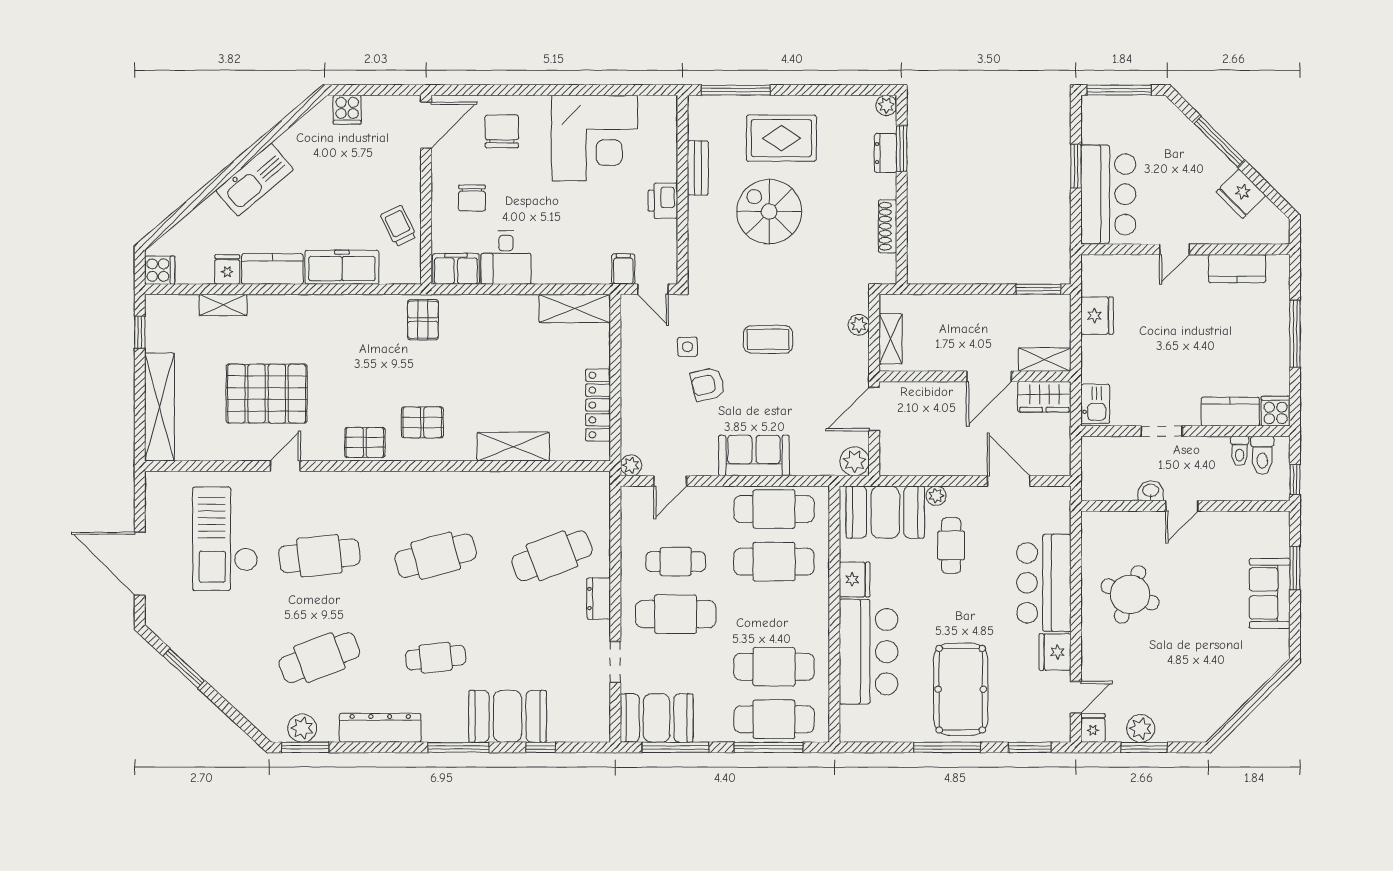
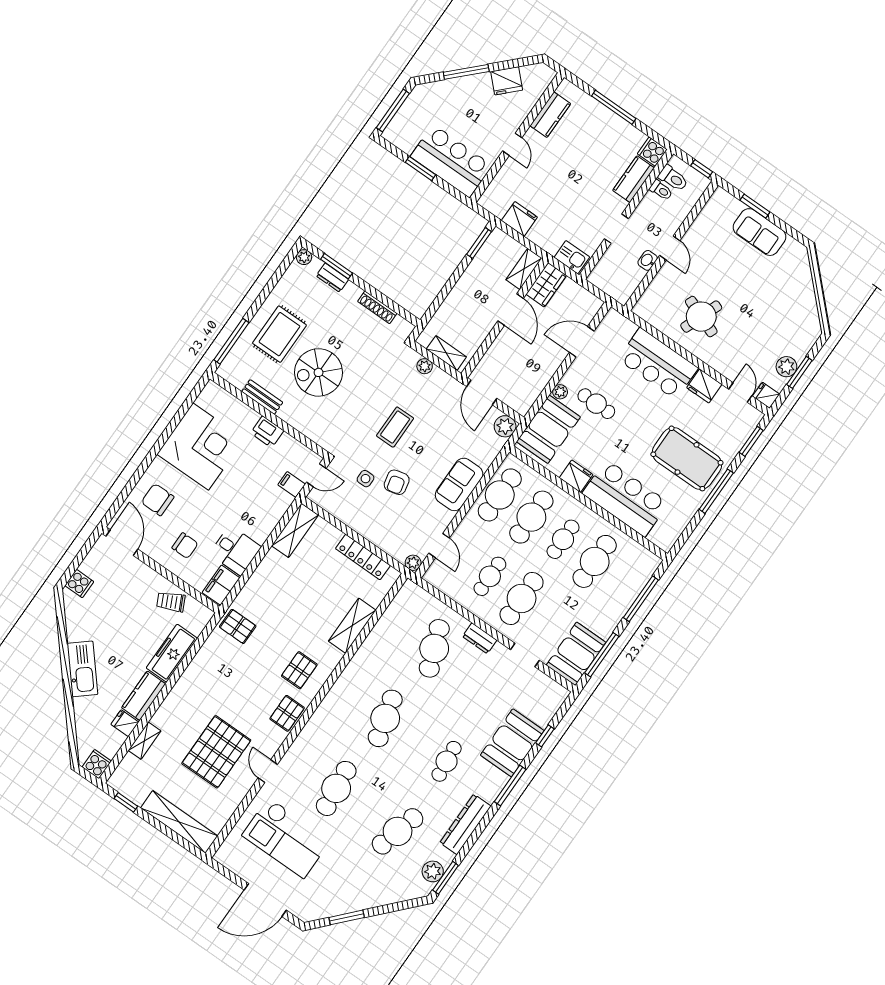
cafe table: (319, 658) -> (398, 831), turned 36
cafe table: (774, 719) -> (563, 539), moved, width x0.73, depth x0.74

